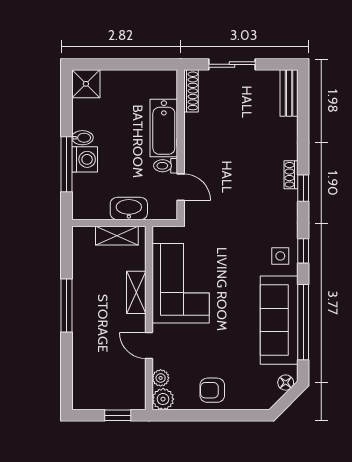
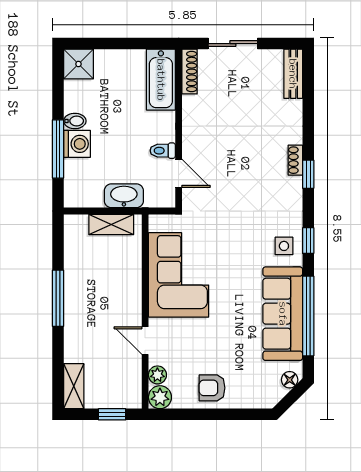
bathtub: (164, 128) -> (161, 80), moved
shelving: (136, 292) -> (74, 386), moved

